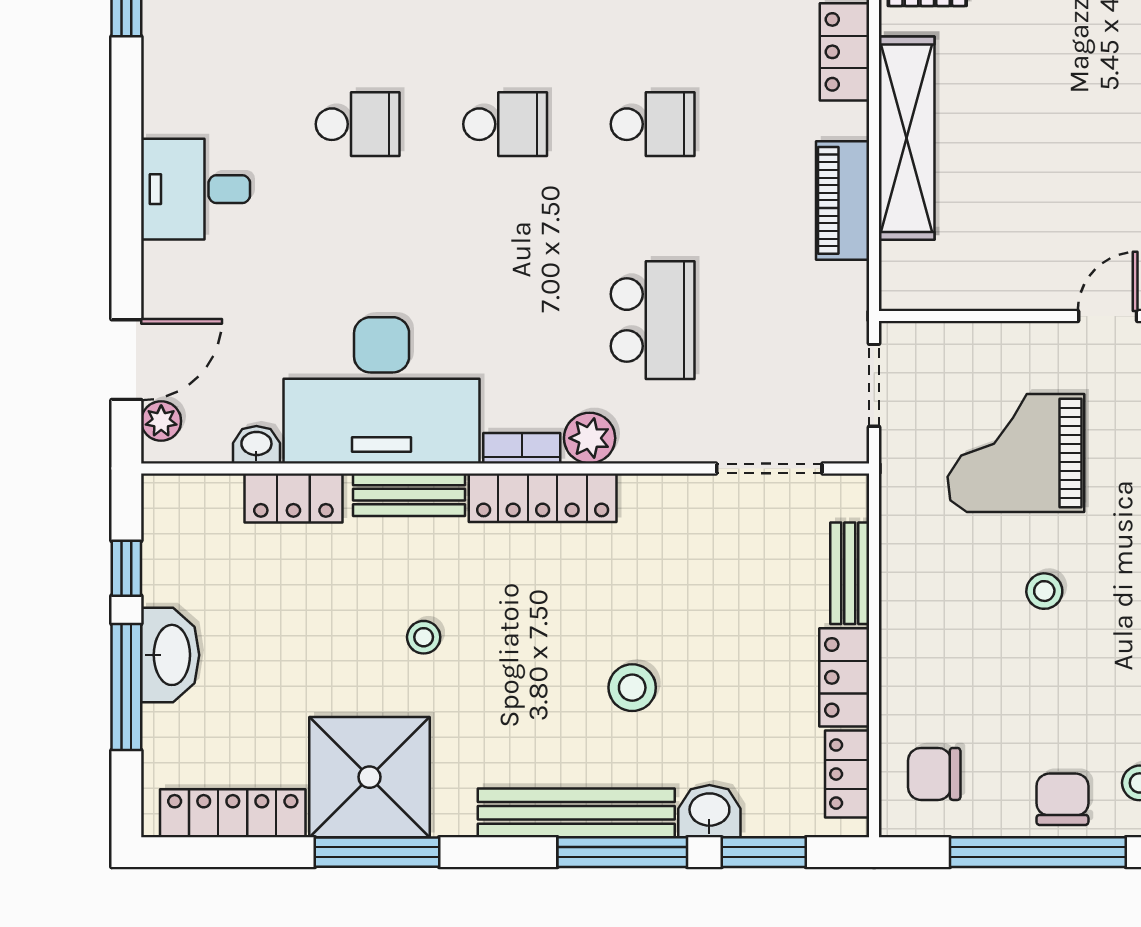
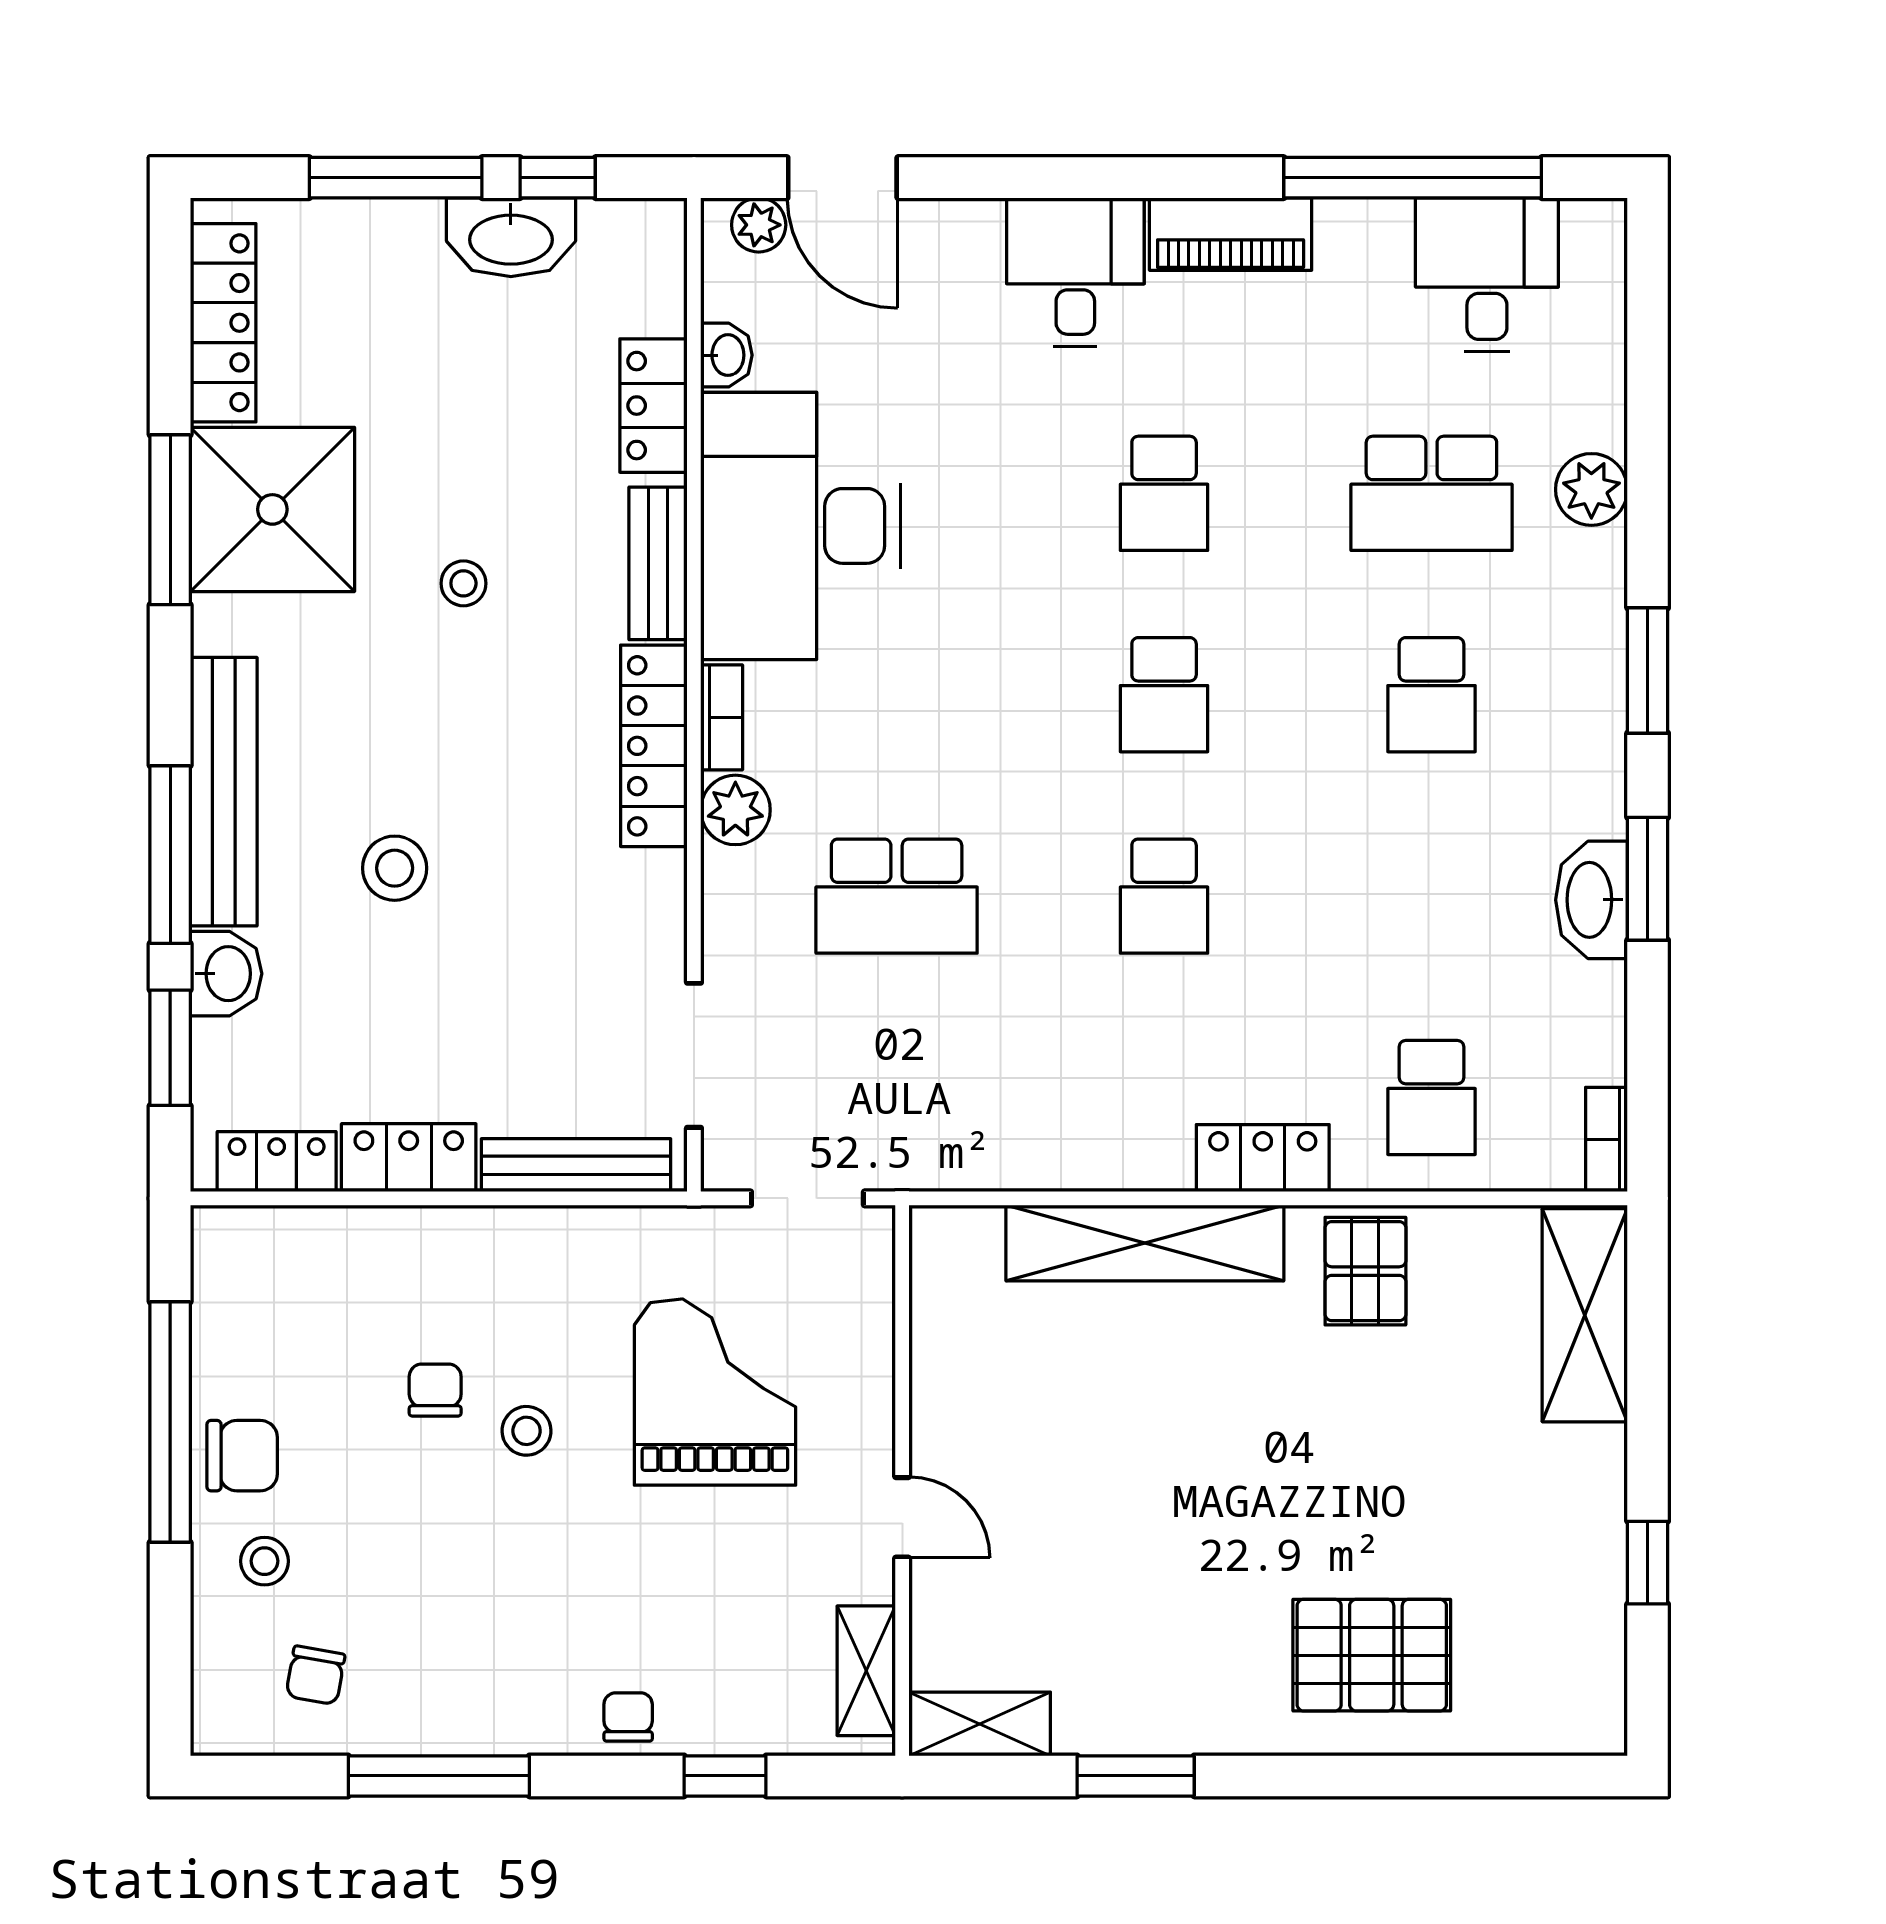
piano: (843, 200) -> (1231, 234), moved, turned 180
bench: (850, 573) -> (576, 1165), width x1.36
washbasin: (170, 655) -> (511, 237), moved
chair: (934, 774) -> (435, 1390), moved, width x0.73, depth x0.73

